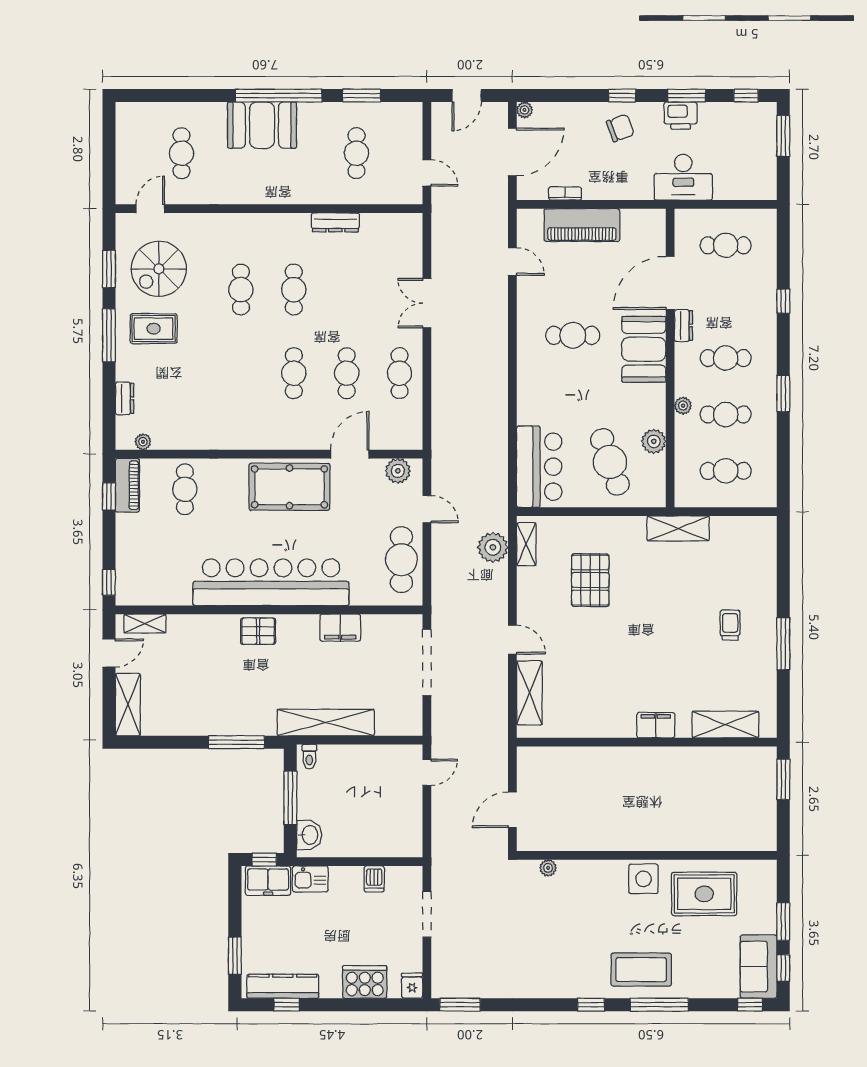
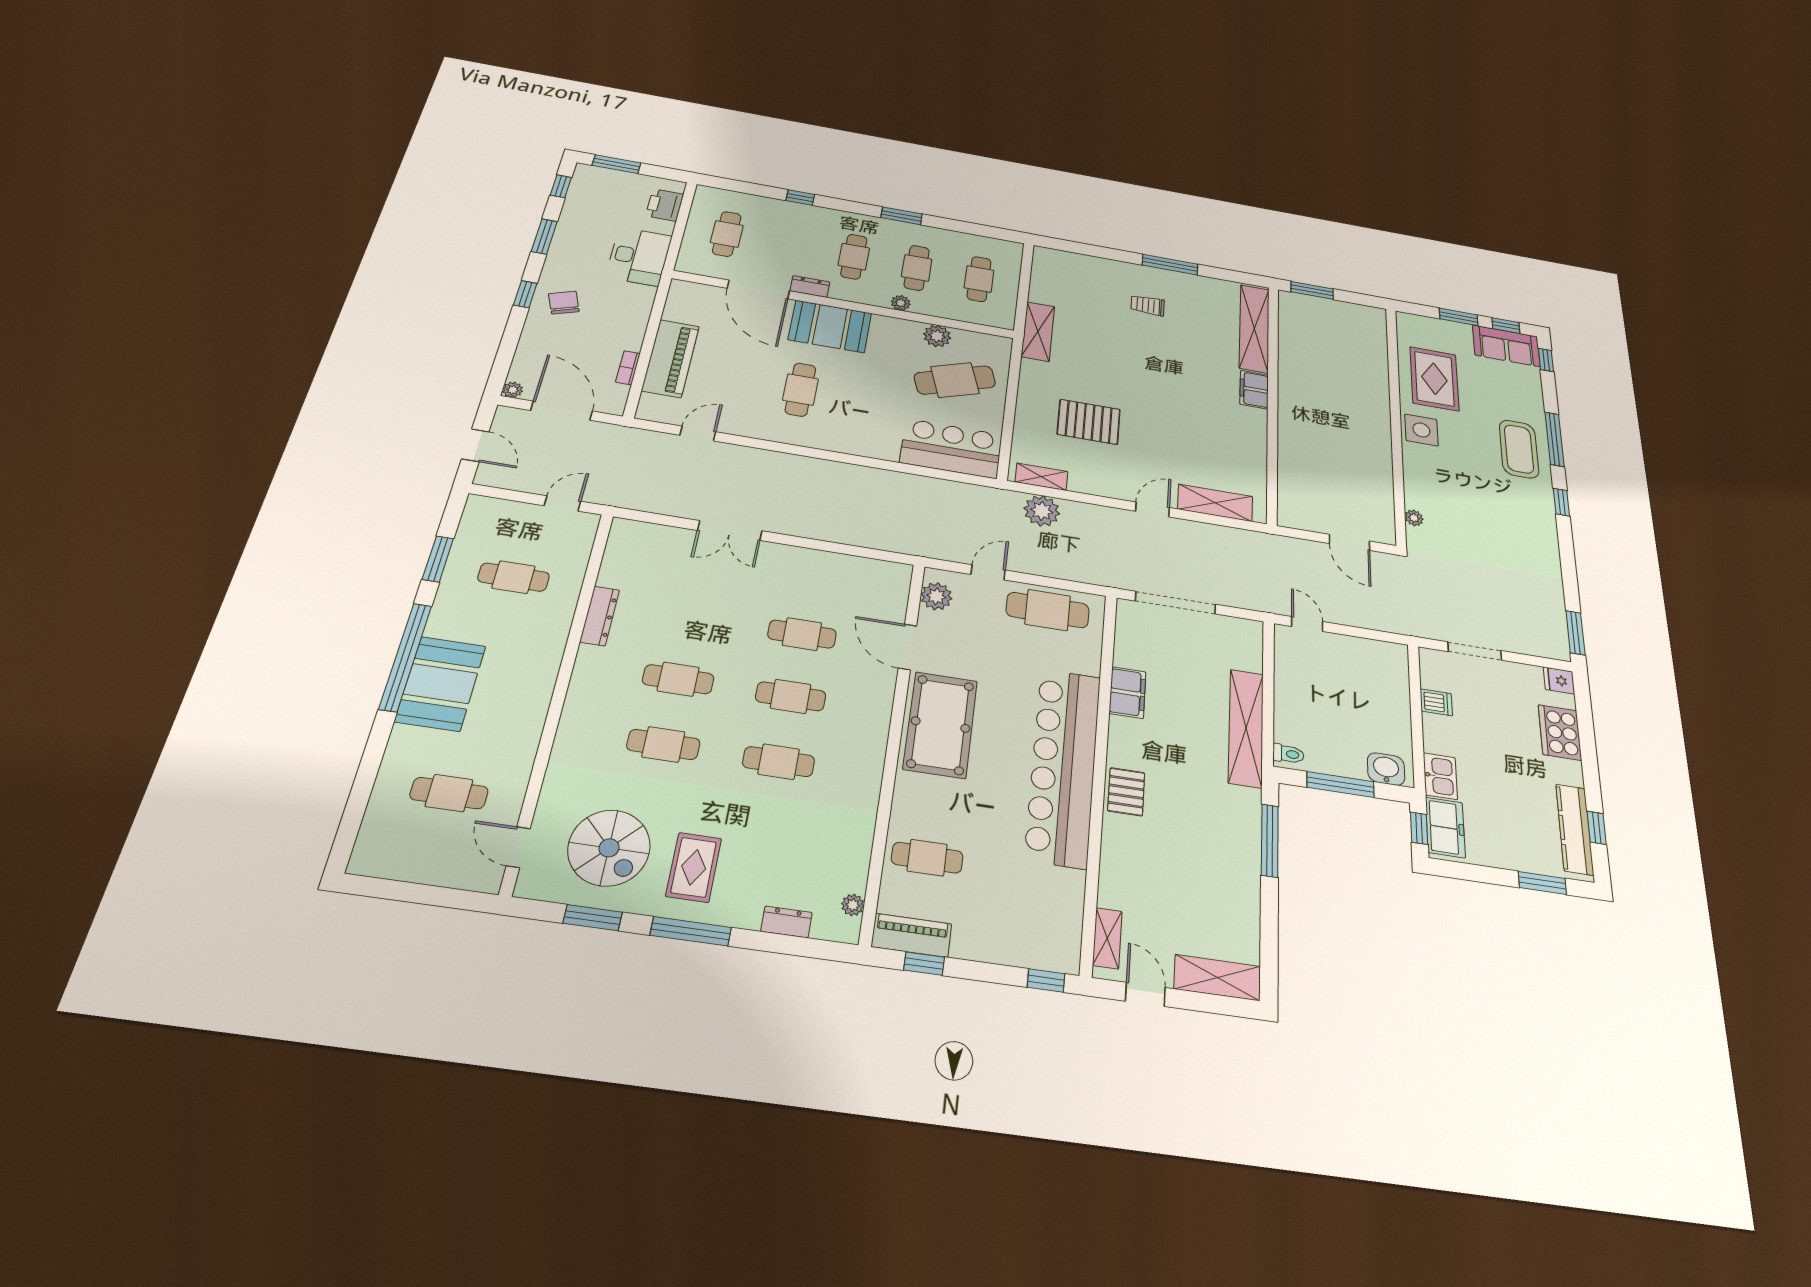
printer: (681, 116) -> (665, 205), moved, turned 180
cafe table: (400, 373) -> (779, 762), moved
shelving: (725, 725) -> (1254, 328), width x1.47

